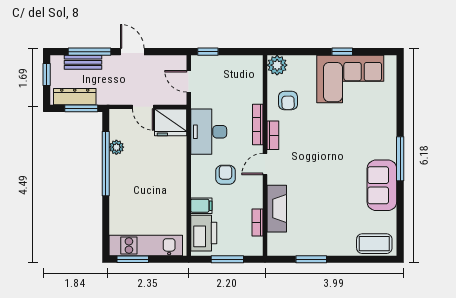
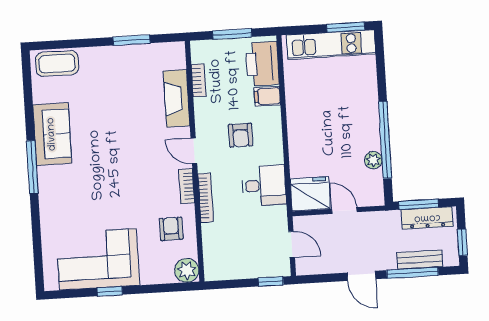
desk: (209, 132) -> (264, 186), width x0.73
door: (265, 164) -> (194, 151), swing flipped

